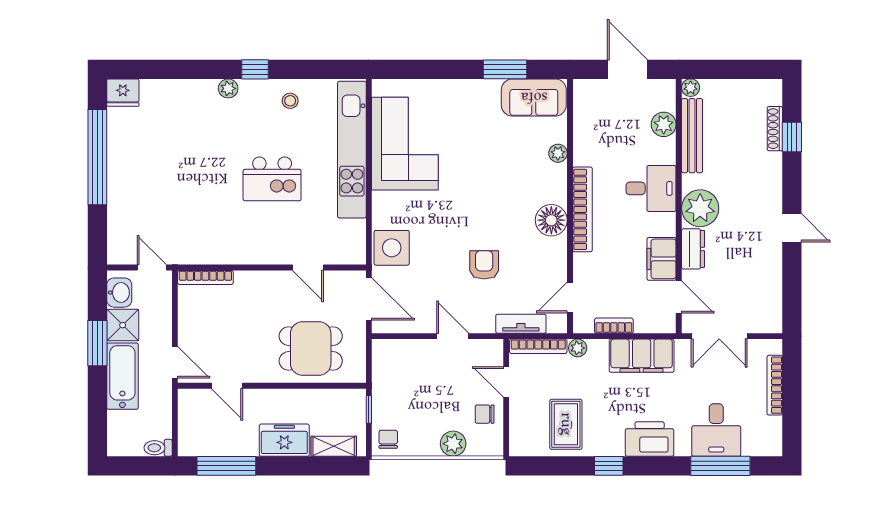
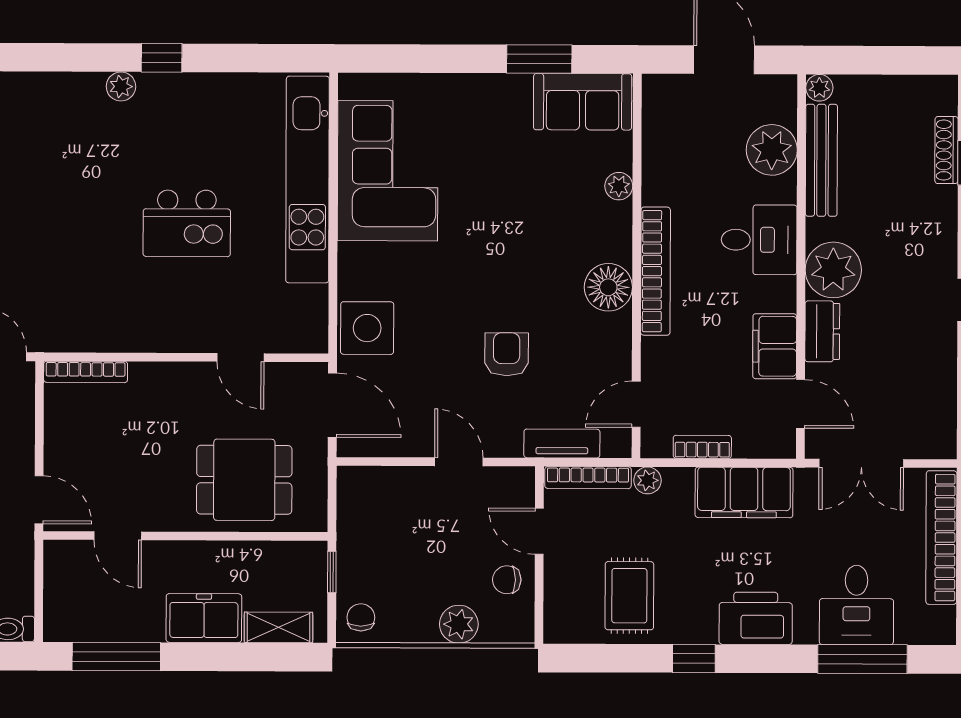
stool: (290, 101) -> (215, 105), removed
plant: (664, 124) -> (772, 150), width x1.36, depth x1.36
bookcase: (775, 385) -> (941, 538), width x1.48, depth x1.31

